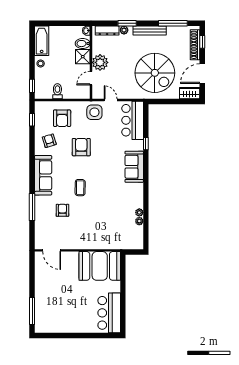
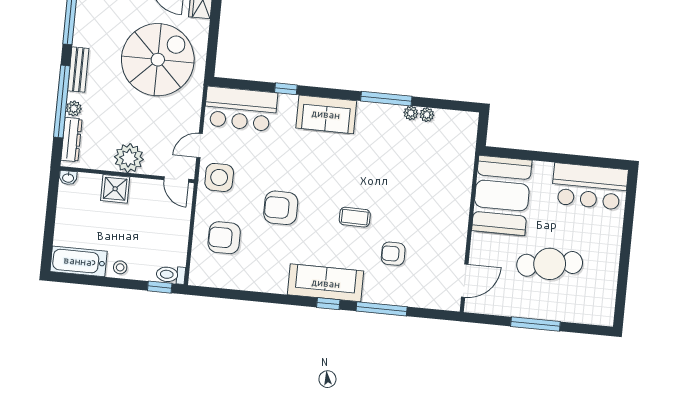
window: (127, 23) -> (62, 102), width x2.11
bench: (150, 30) -> (78, 70), width x0.73
bidet: (83, 44) -> (91, 187), removed
door: (91, 78) -> (176, 179), moved
toilet: (57, 91) -> (171, 275), moved
armchair: (62, 118) -> (224, 238), turned 180
window: (32, 120) -> (328, 304), moved
armchair: (49, 141) -> (263, 265), removed
window: (146, 198) -> (386, 99), added
cafe table: (65, 295) -> (550, 264), added
window: (32, 311) -> (535, 324), moved

